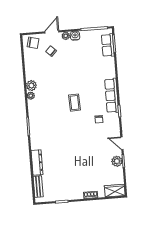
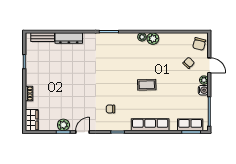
row of seats: (112, 96) -> (150, 125), moved
coffee table: (75, 103) -> (147, 85), moved

